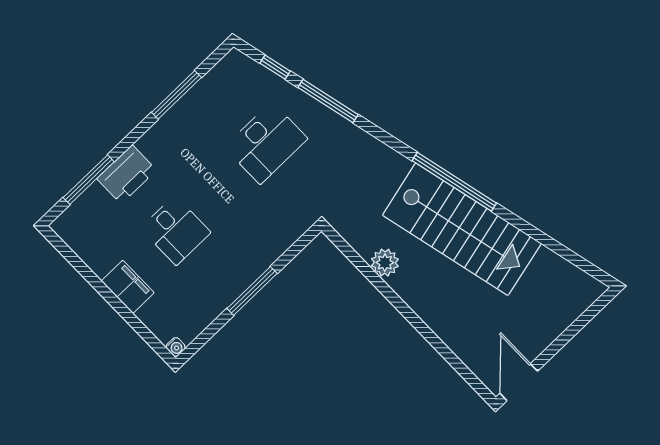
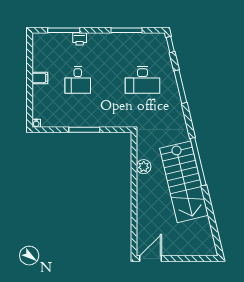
window: (275, 67) -> (170, 44), moved
printer: (127, 174) -> (80, 39), width x0.53, depth x0.68
filing cabinet: (128, 287) -> (40, 78), width x0.50

